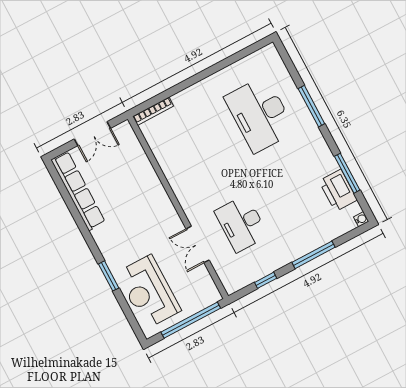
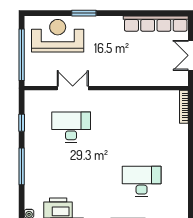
desk: (260, 114) -> (142, 181), width x0.73, depth x0.77

